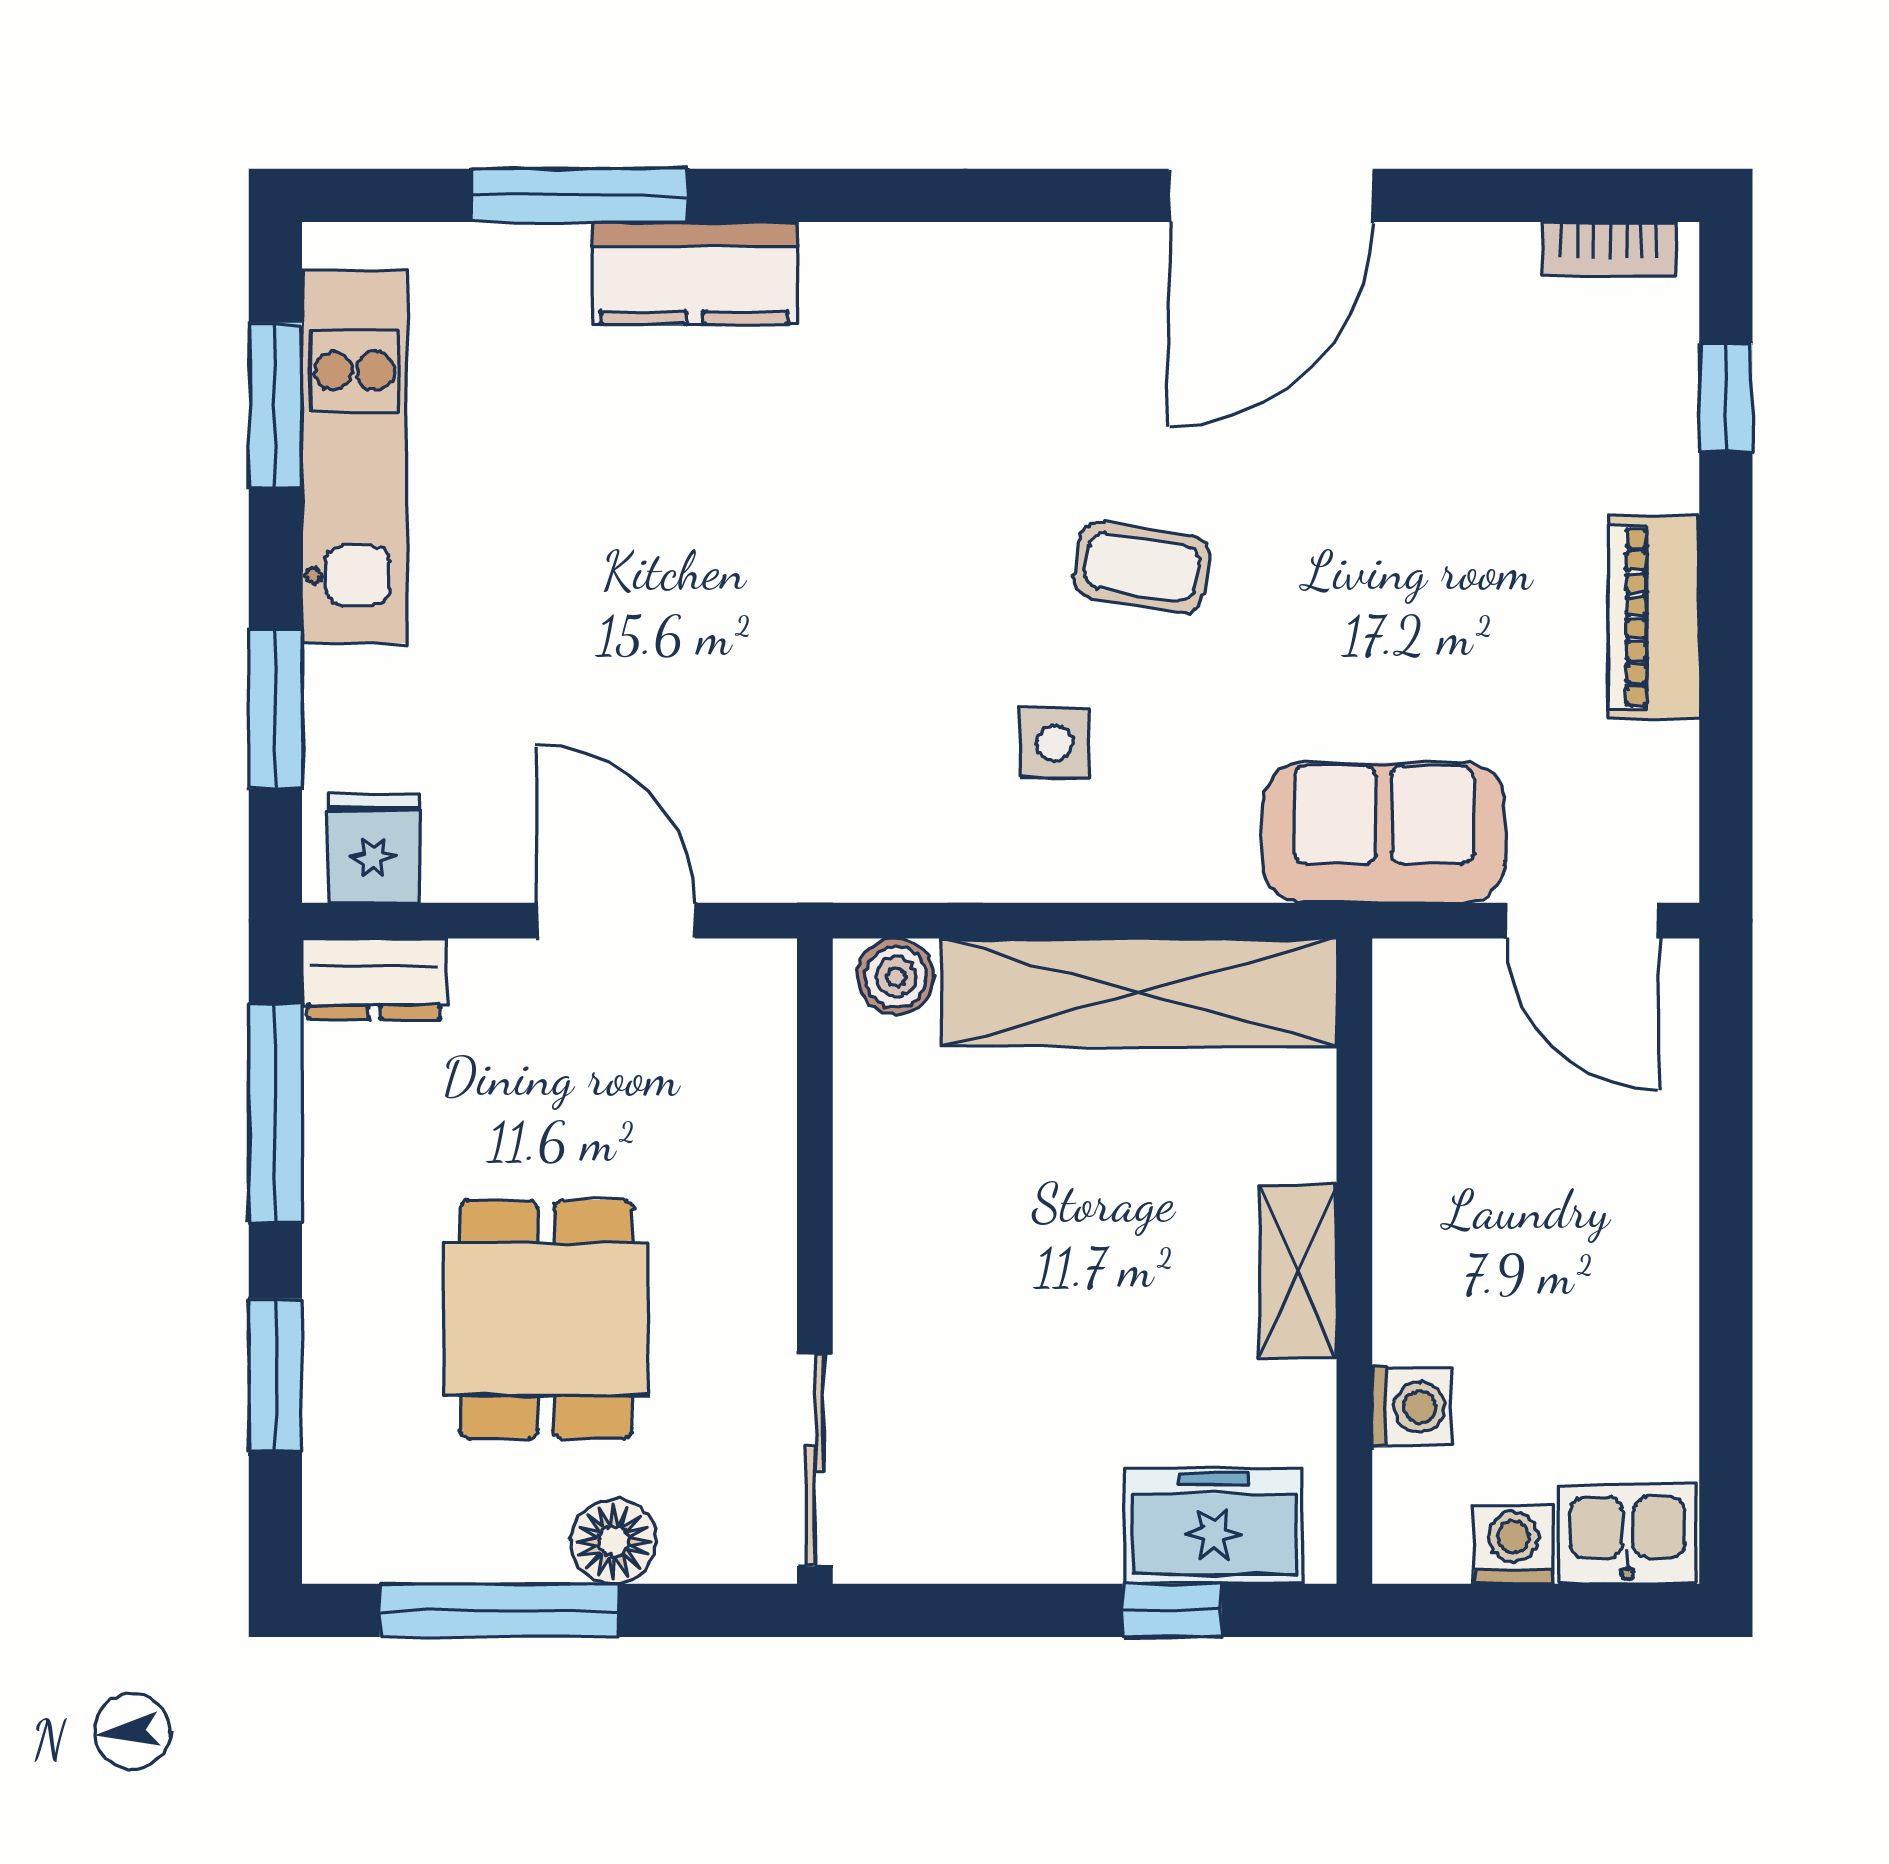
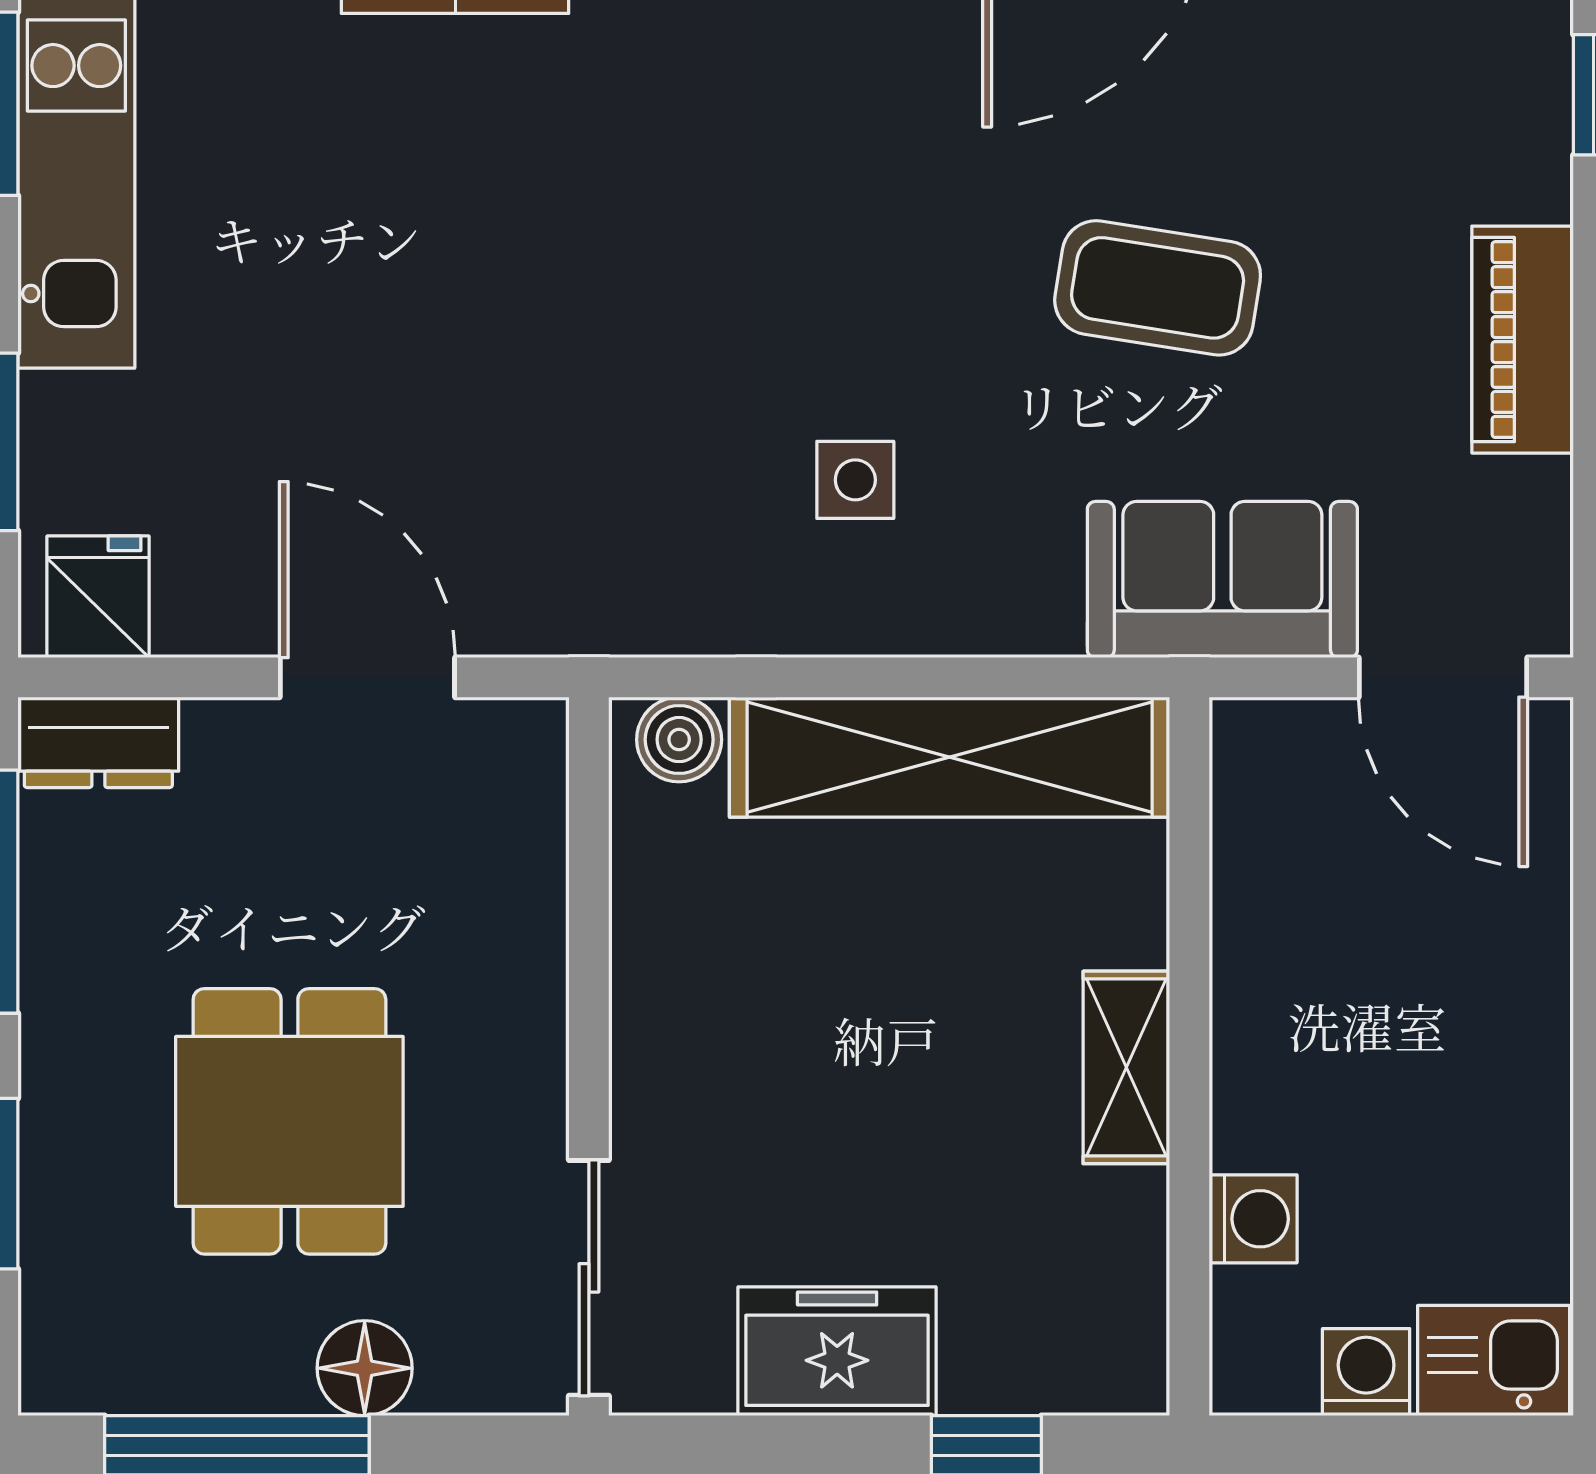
coffee table: (1142, 567) -> (1158, 288), moved, width x1.36, depth x1.30
freezer: (1214, 1526) -> (837, 1351), moved

